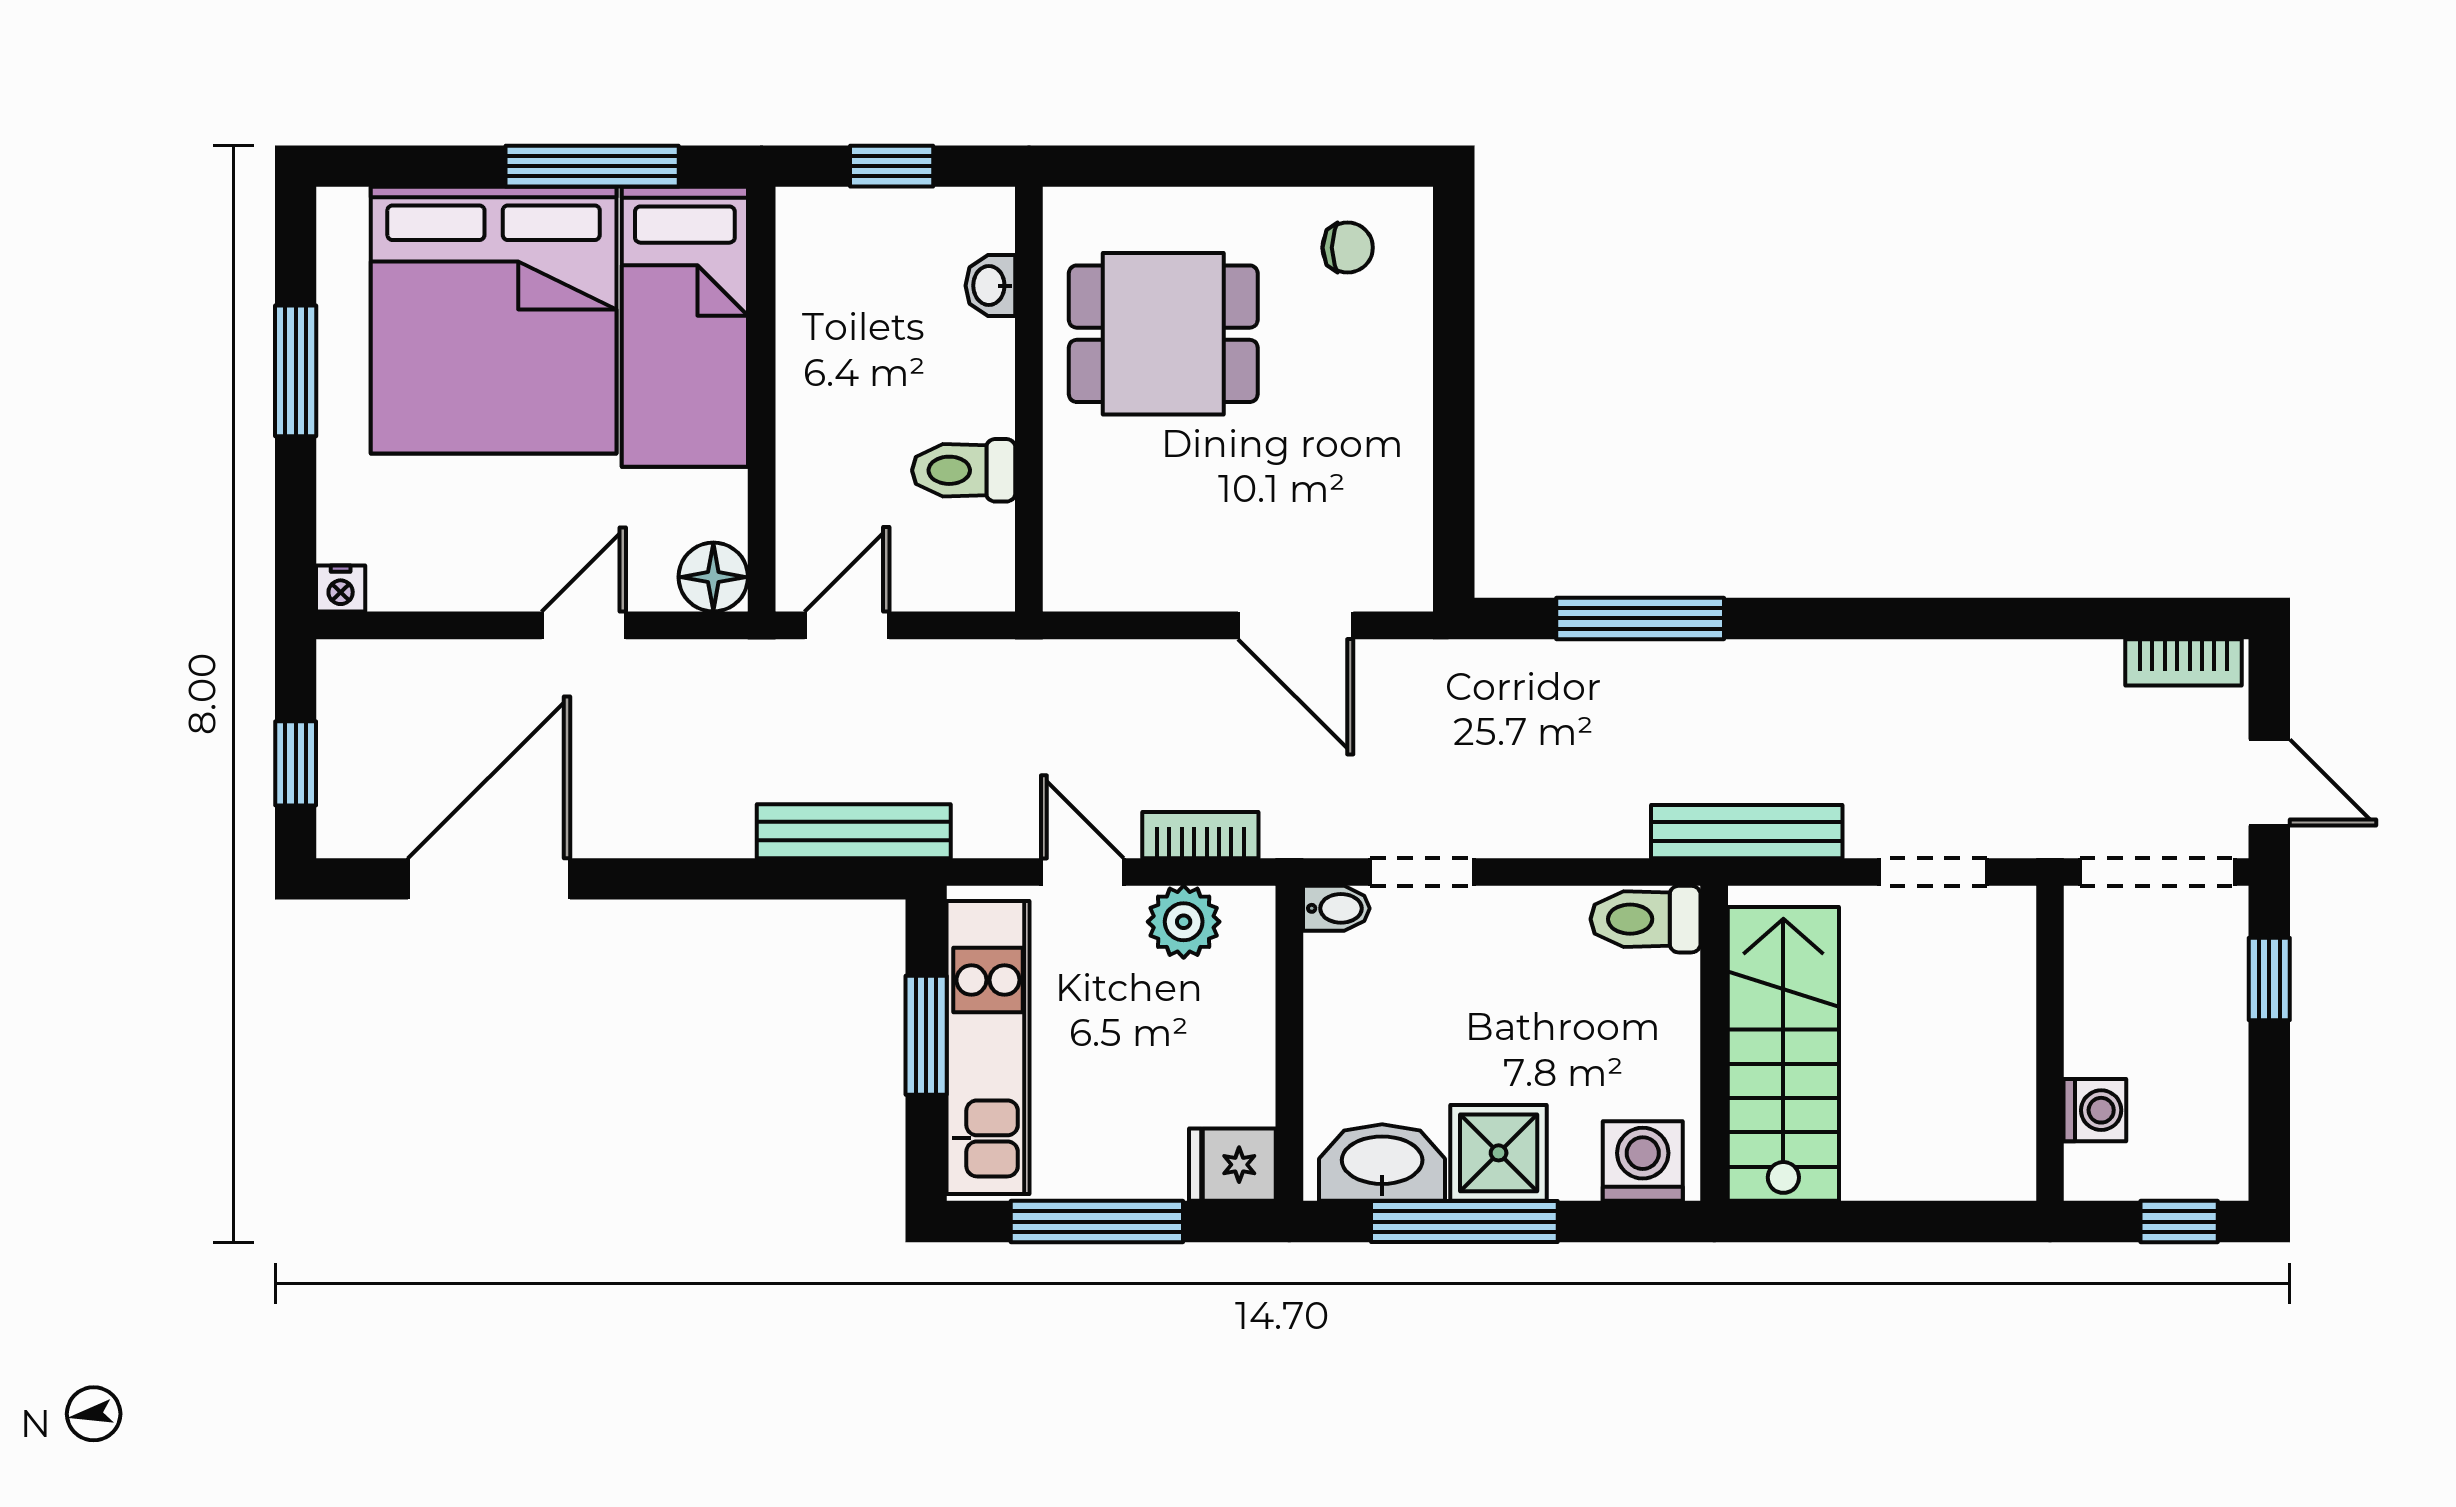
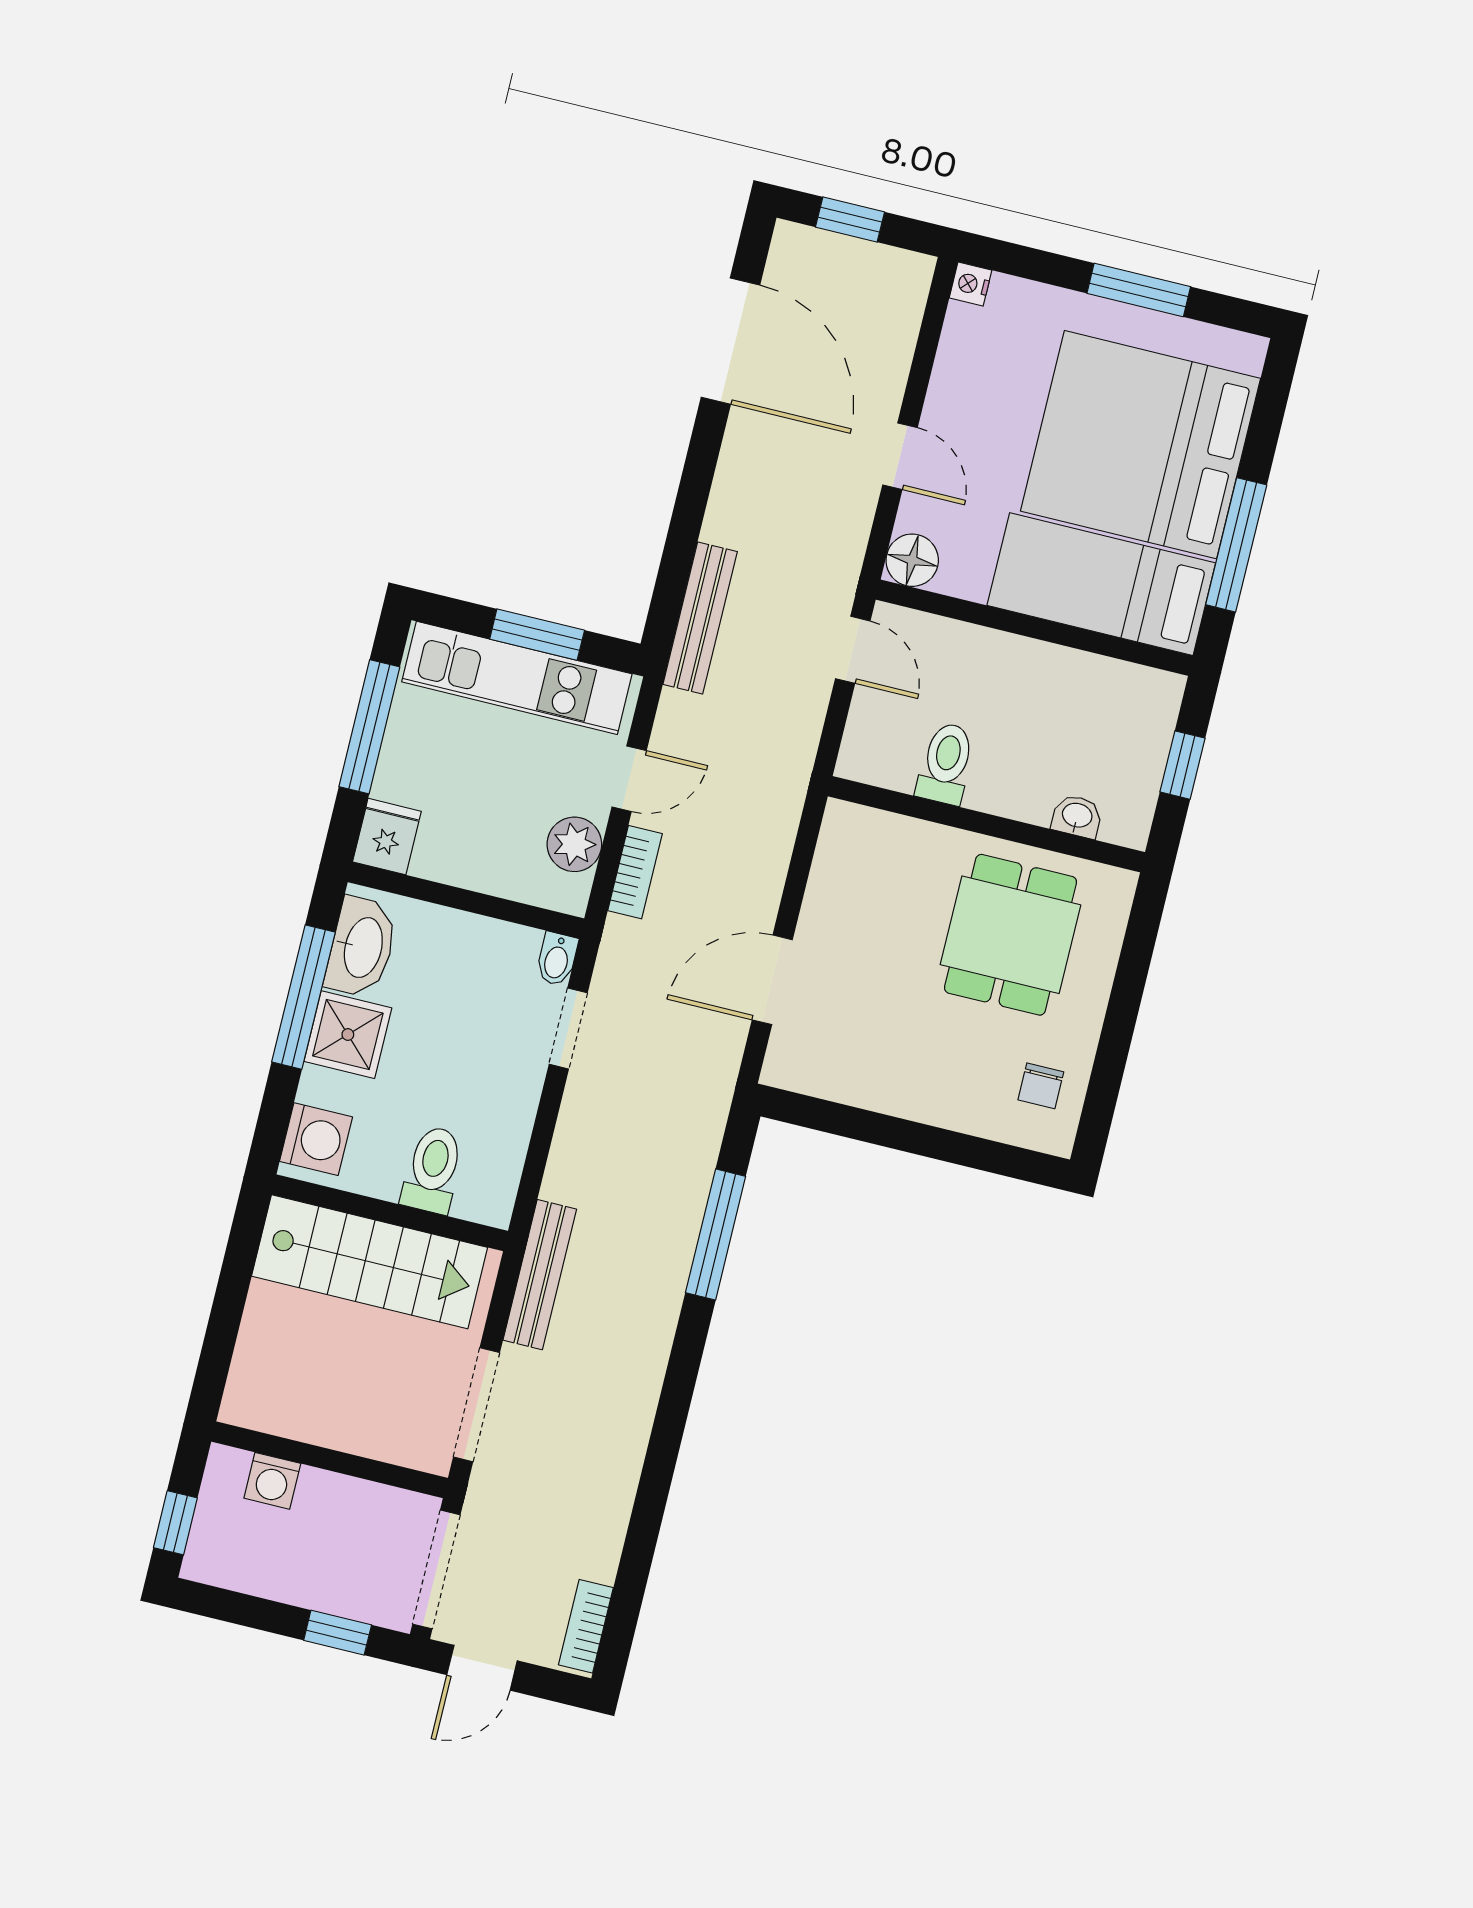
doorway: (1933, 872) -> (476, 1405), width x1.38
toilet: (1646, 919) -> (433, 1170), moved

